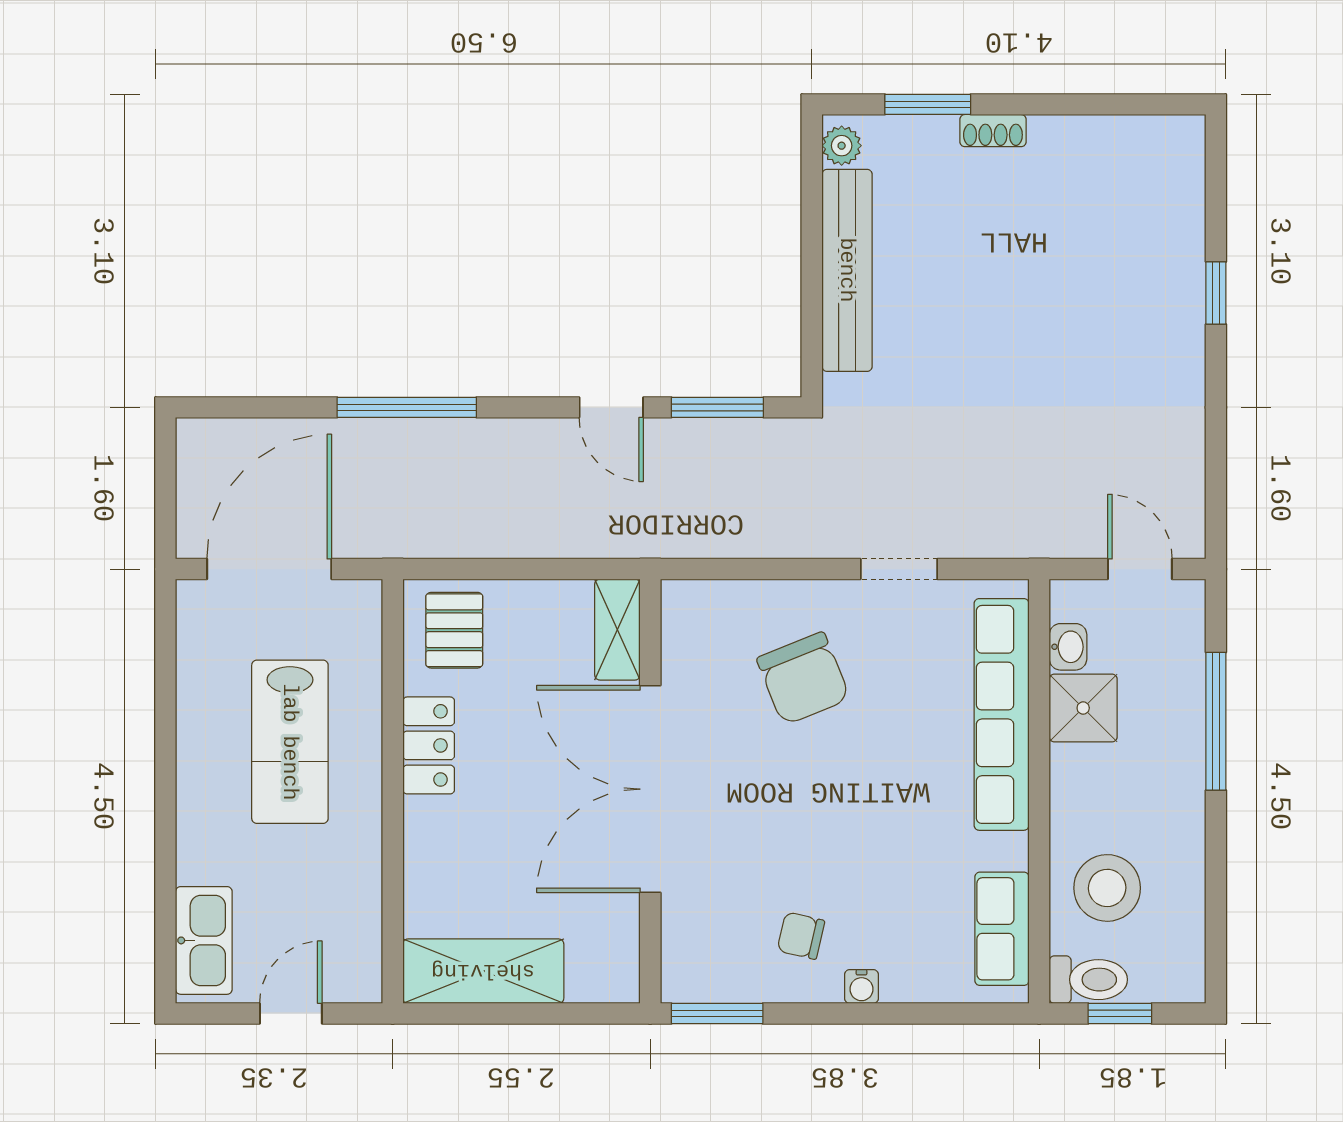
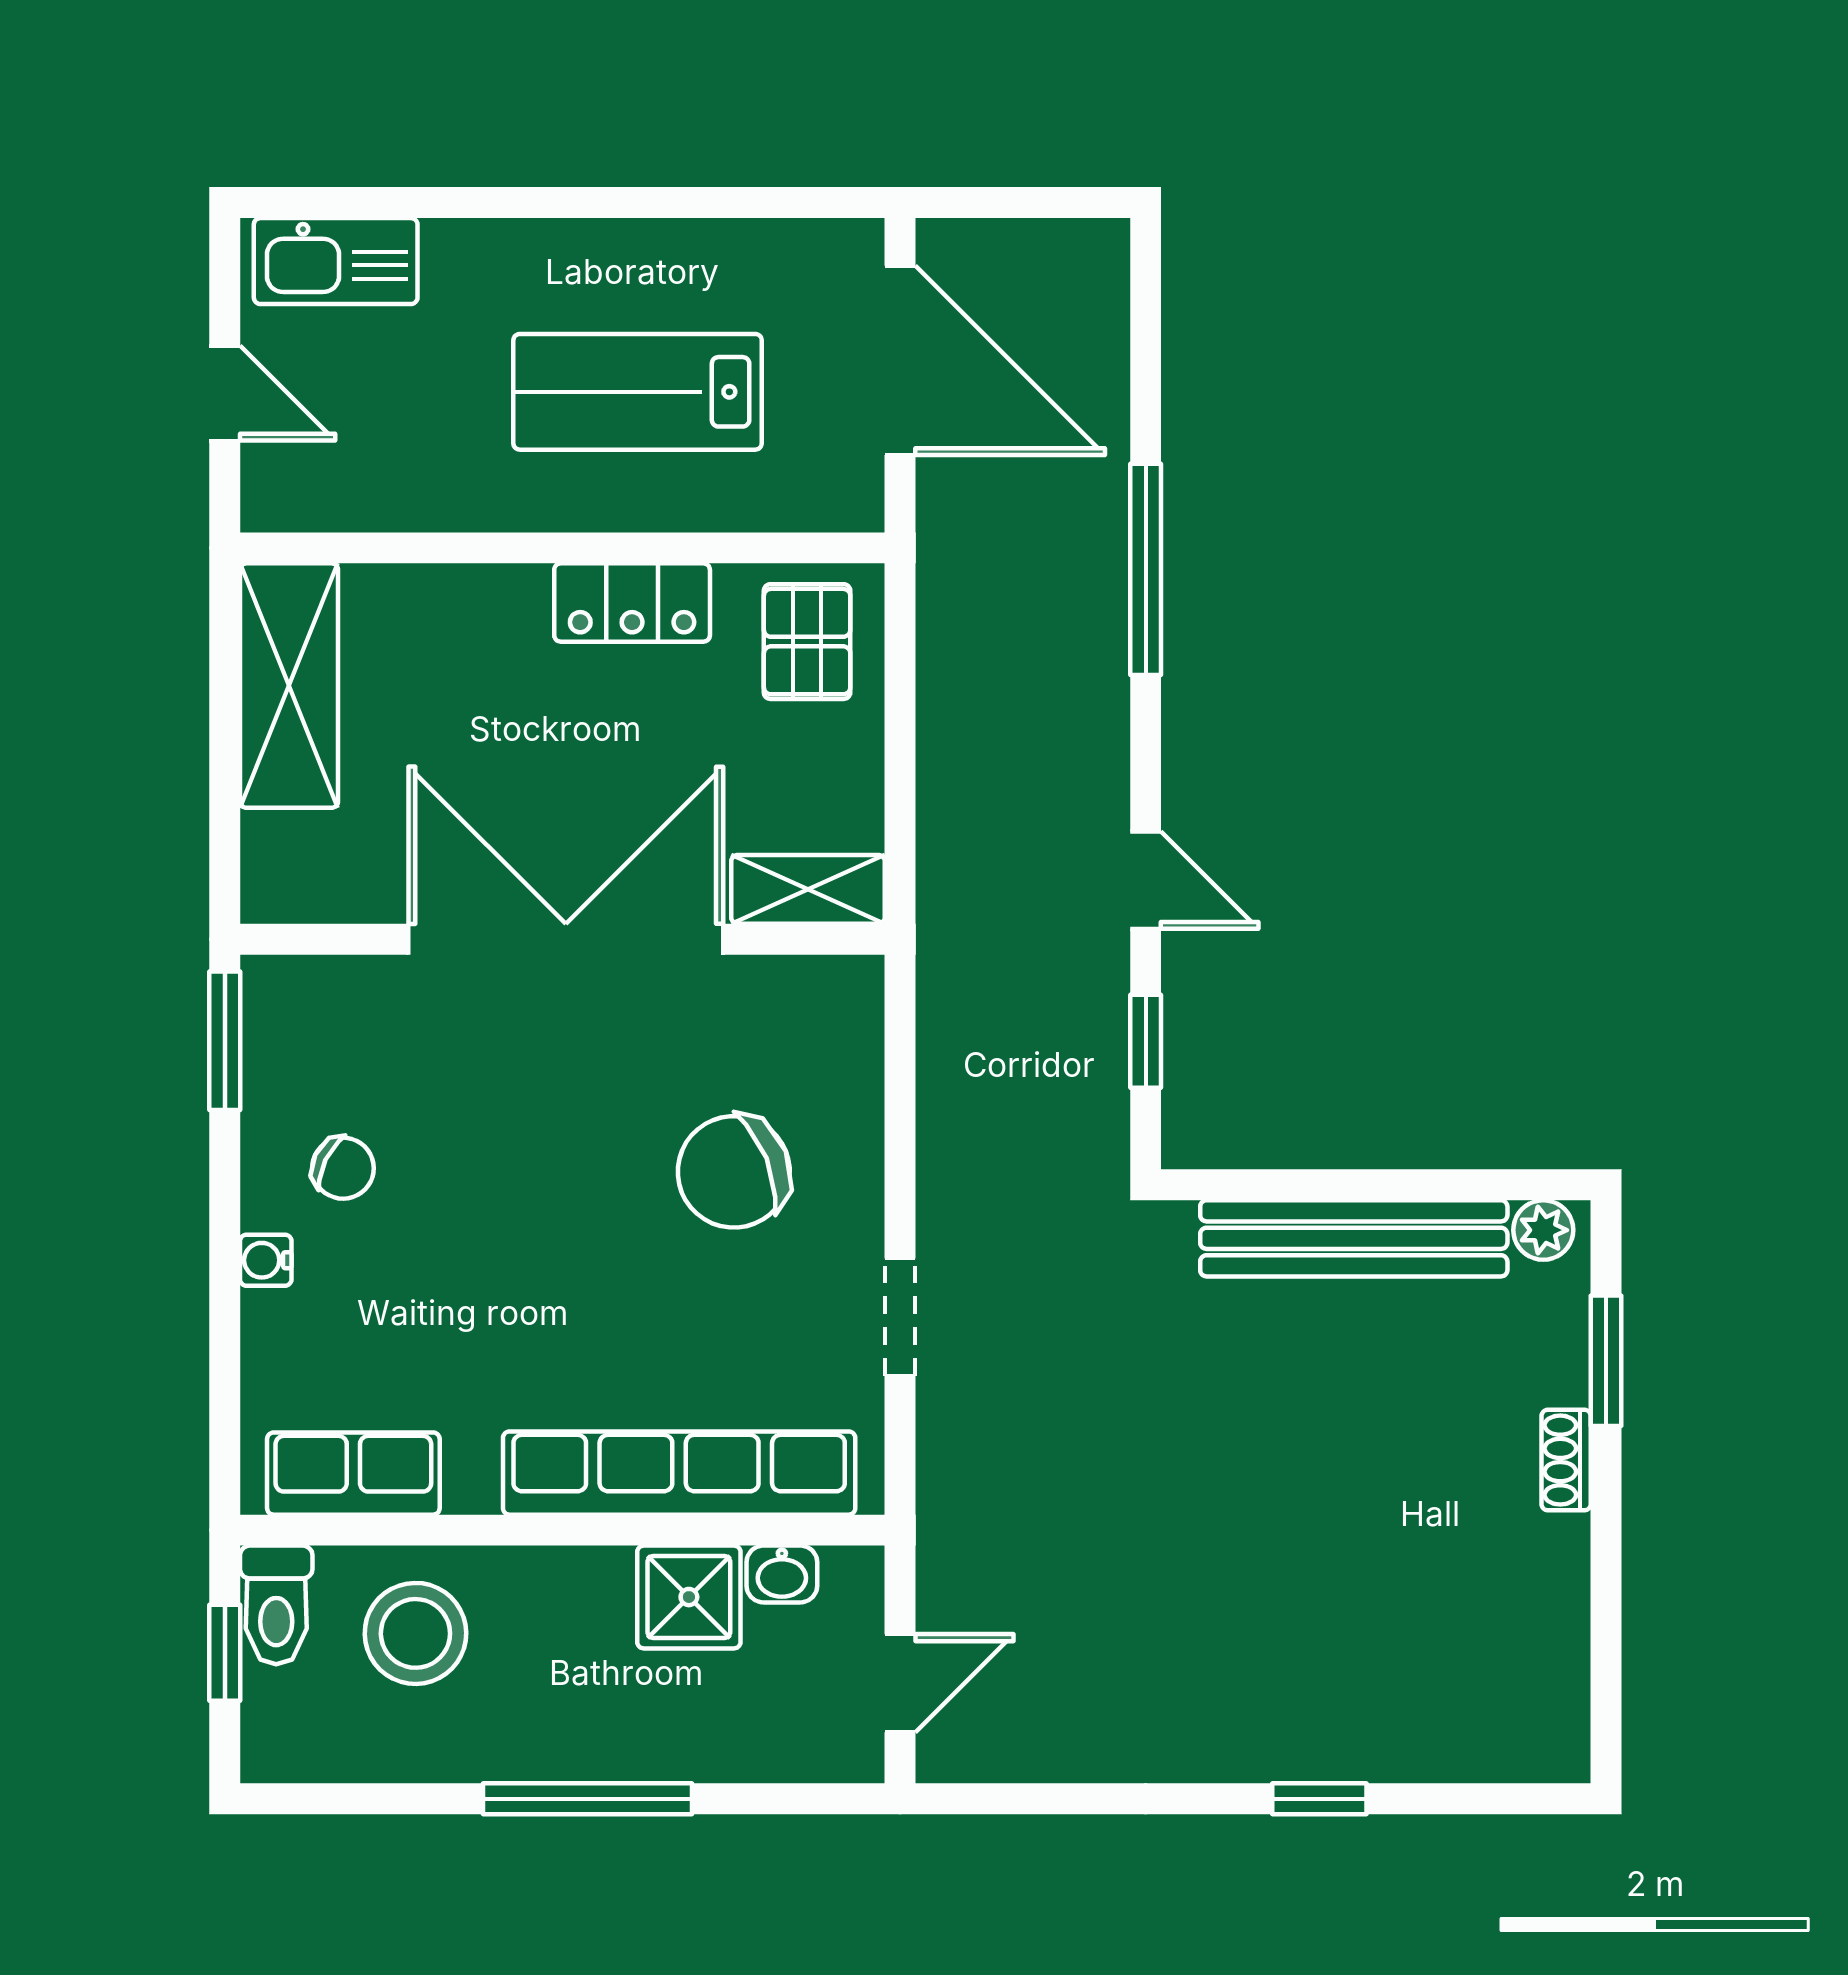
door: (611, 407) -> (1146, 880), swing flipped
window: (717, 407) -> (1146, 1041), width x0.67
pallet: (454, 630) -> (807, 642), turned 90
window: (1216, 721) -> (587, 1799), moved
chair: (801, 936) -> (343, 1168), turned 103

